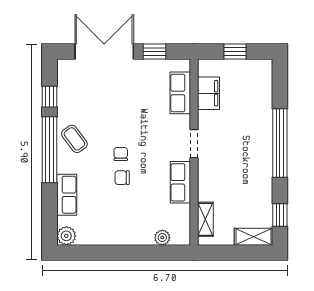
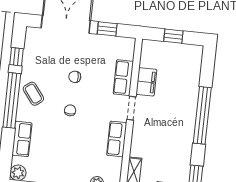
row of seats: (180, 93) -> (123, 78), moved
filing cabinet: (209, 93) -> (146, 82), moved
chair: (122, 178) -> (75, 77), moved

